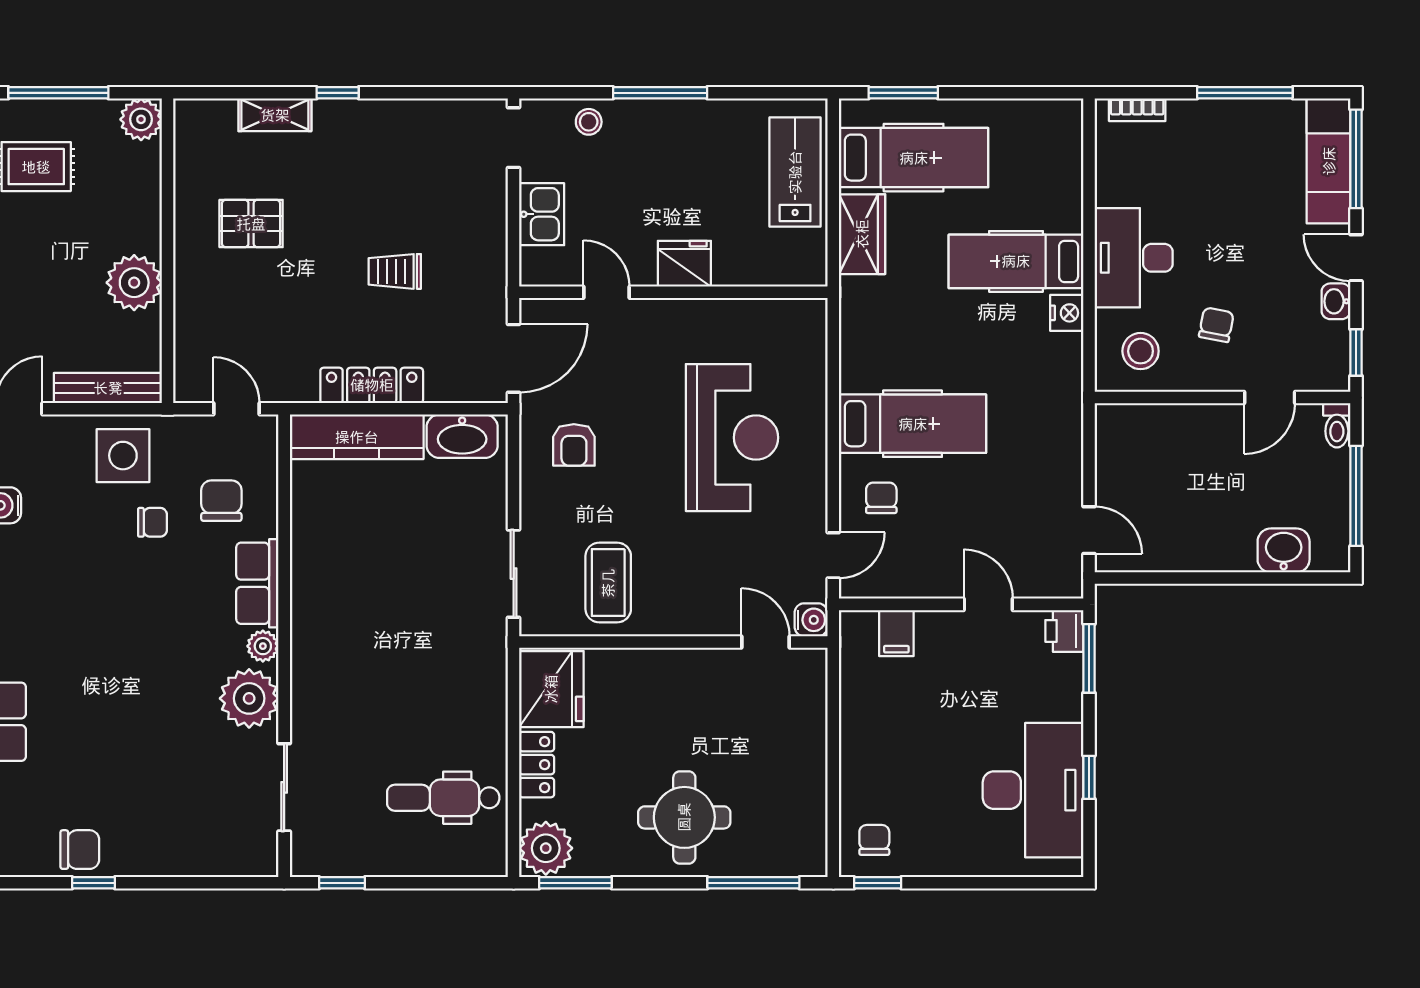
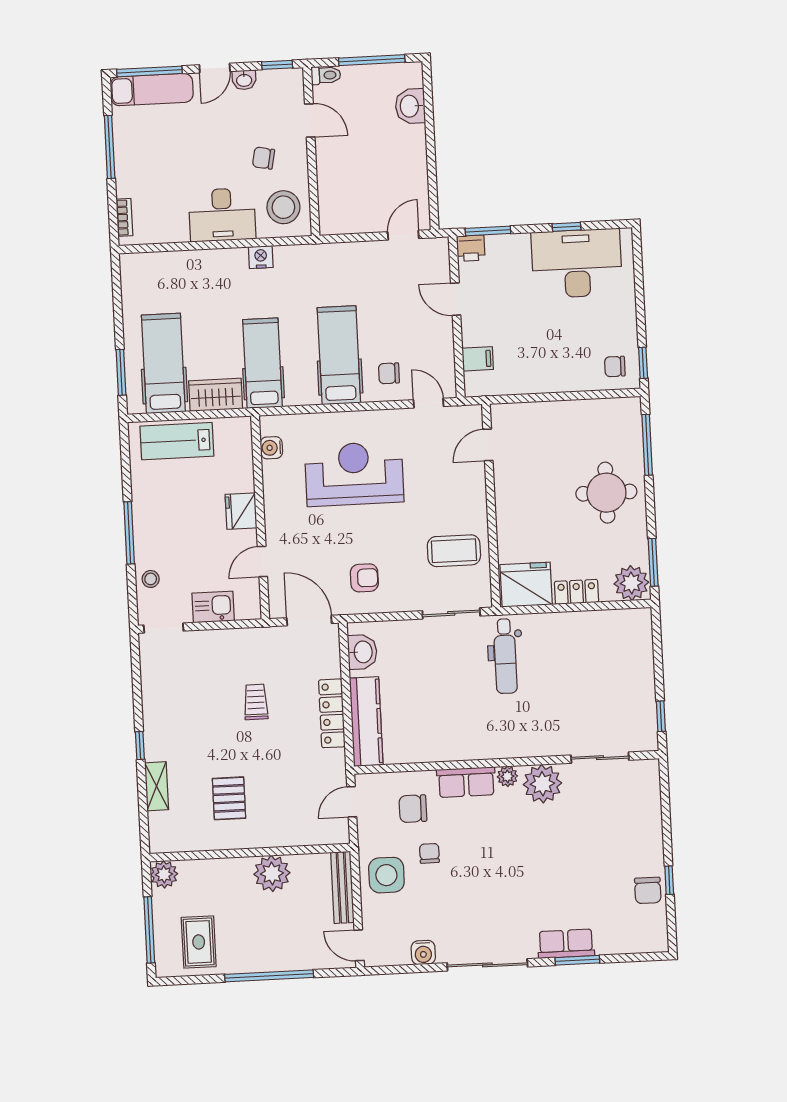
hospital bed: (1016, 261) -> (263, 363), moved, turned 180
trolley: (395, 271) -> (256, 702), turned 180
stool: (1141, 351) -> (283, 207), width x1.38, depth x1.38
washbasin: (462, 436) -> (362, 652), width x0.72
door: (988, 604) -> (456, 299), hinge flipped
water cooler: (811, 620) -> (271, 448), moved, turned -90
dental chair: (443, 798) -> (505, 656), moved
chair: (80, 850) -> (648, 890), turned 180

